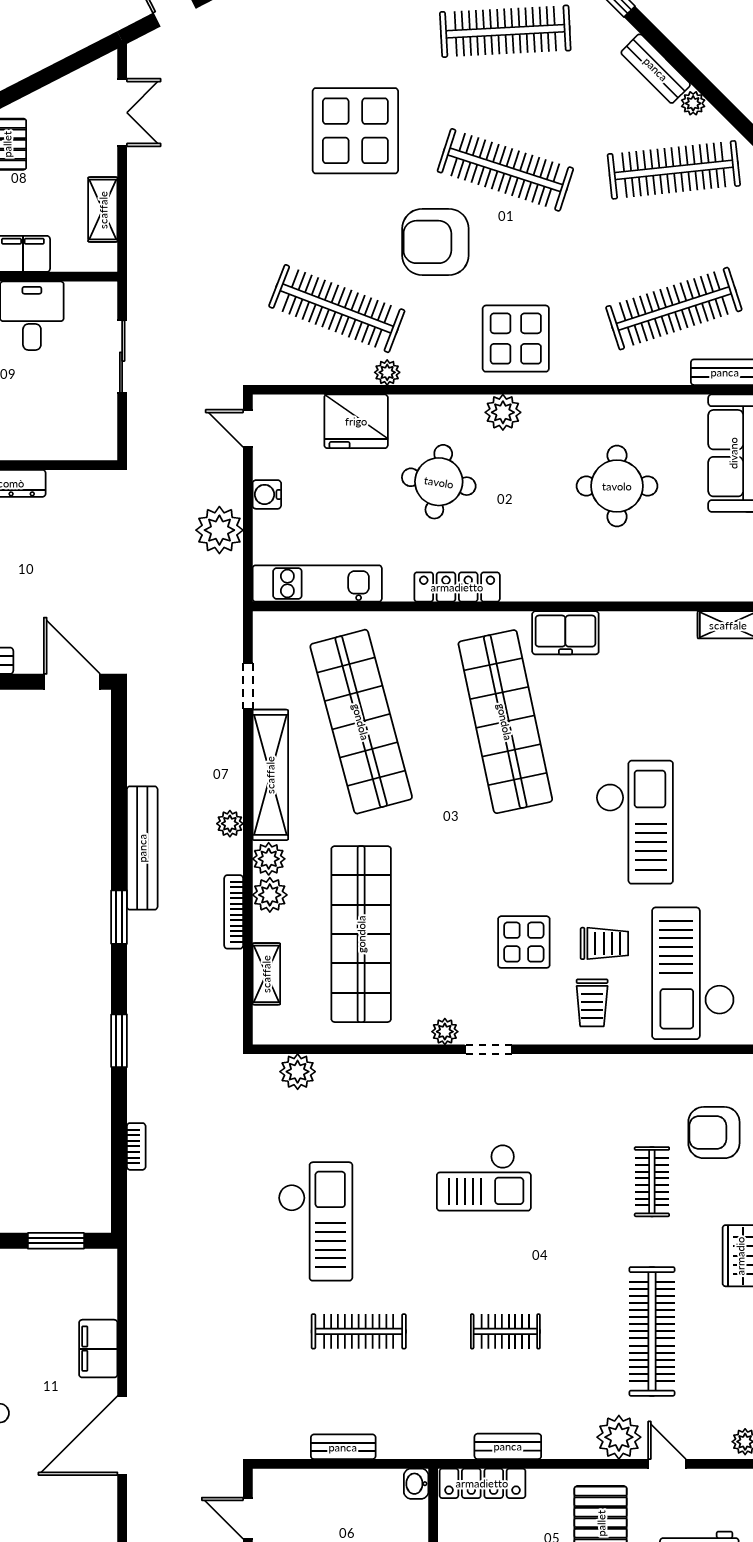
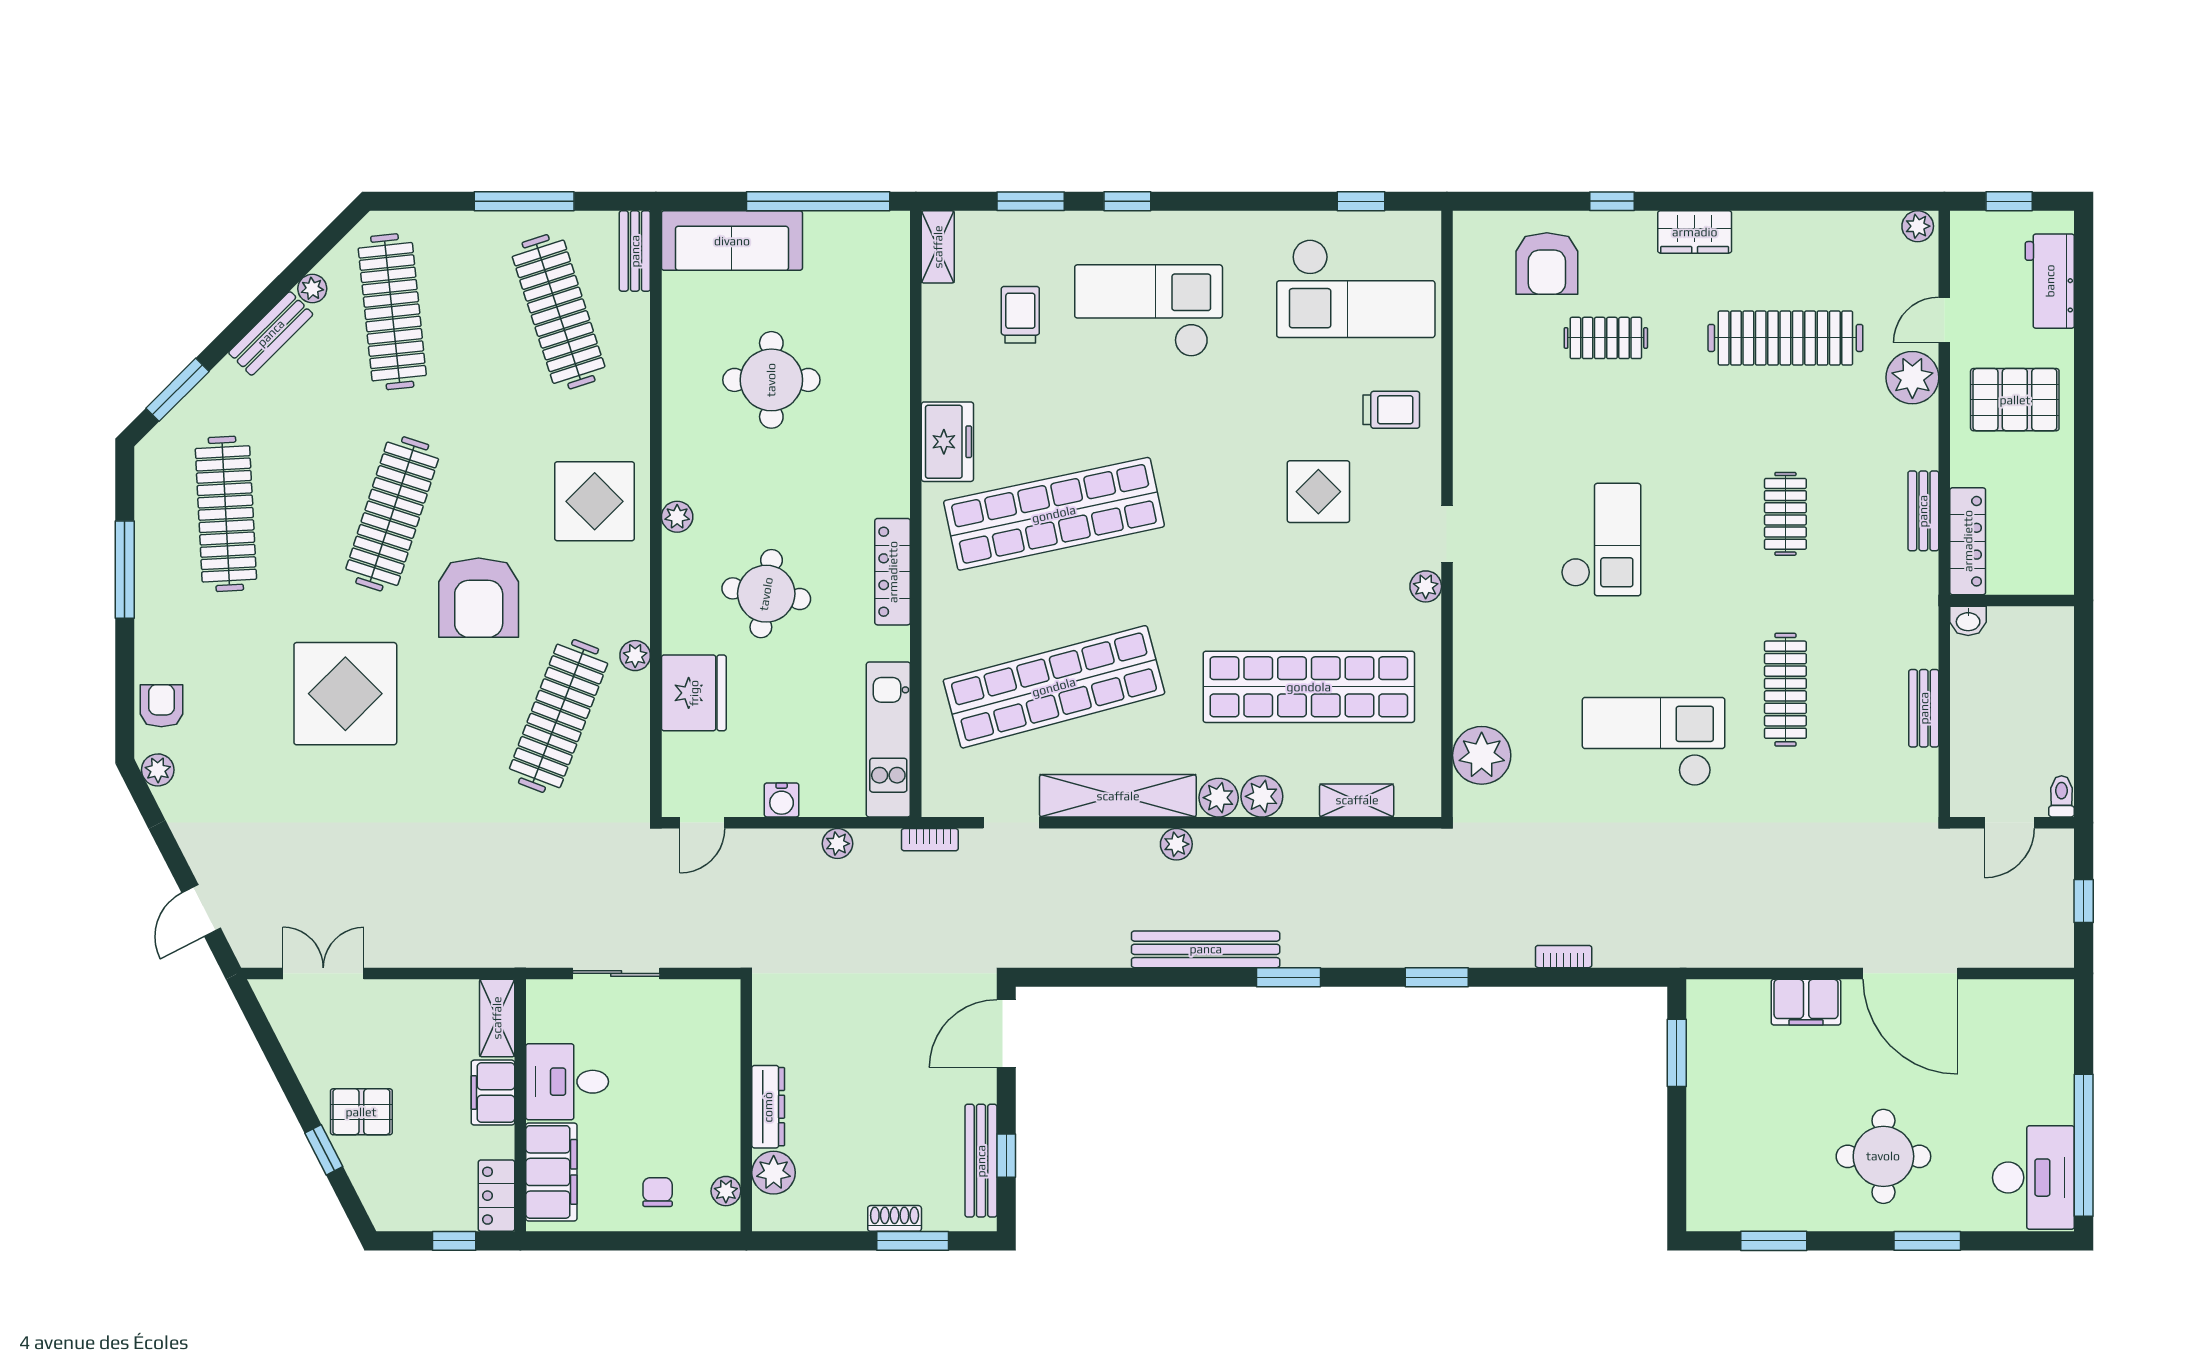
shelving: (103, 210) -> (497, 1018), moved, turned 90
plant: (503, 412) -> (677, 517), width x0.73, depth x0.73
plant: (219, 530) -> (838, 844), width x0.53, depth x0.53
checkout: (635, 822) -> (1149, 311), moved
bookcase: (234, 912) -> (930, 840), moved, width x0.64
trolley: (604, 943) -> (1020, 315), moved
plant: (298, 1072) -> (1482, 755), width x1.36, depth x1.36

